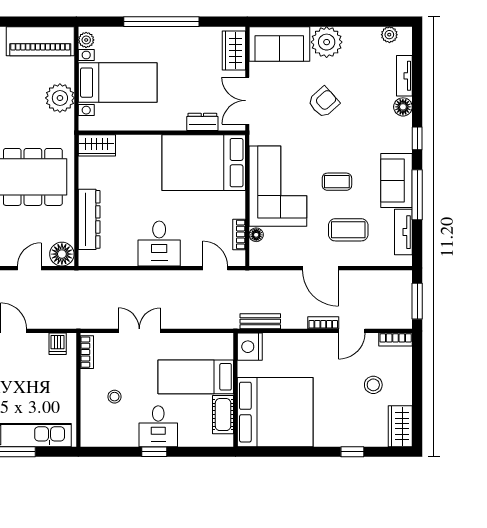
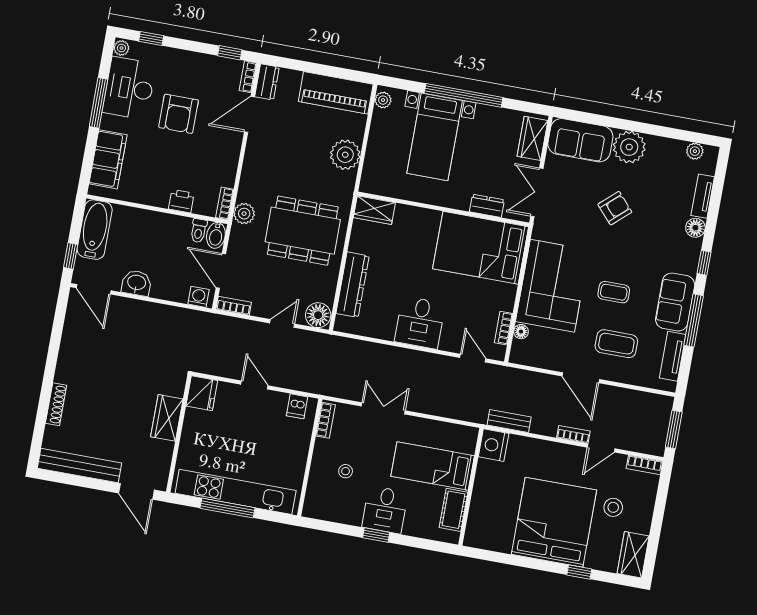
bed with nightstands: (118, 83) -> (435, 137), moved, turned 90
bed: (275, 412) -> (554, 522), moved, turned -90

